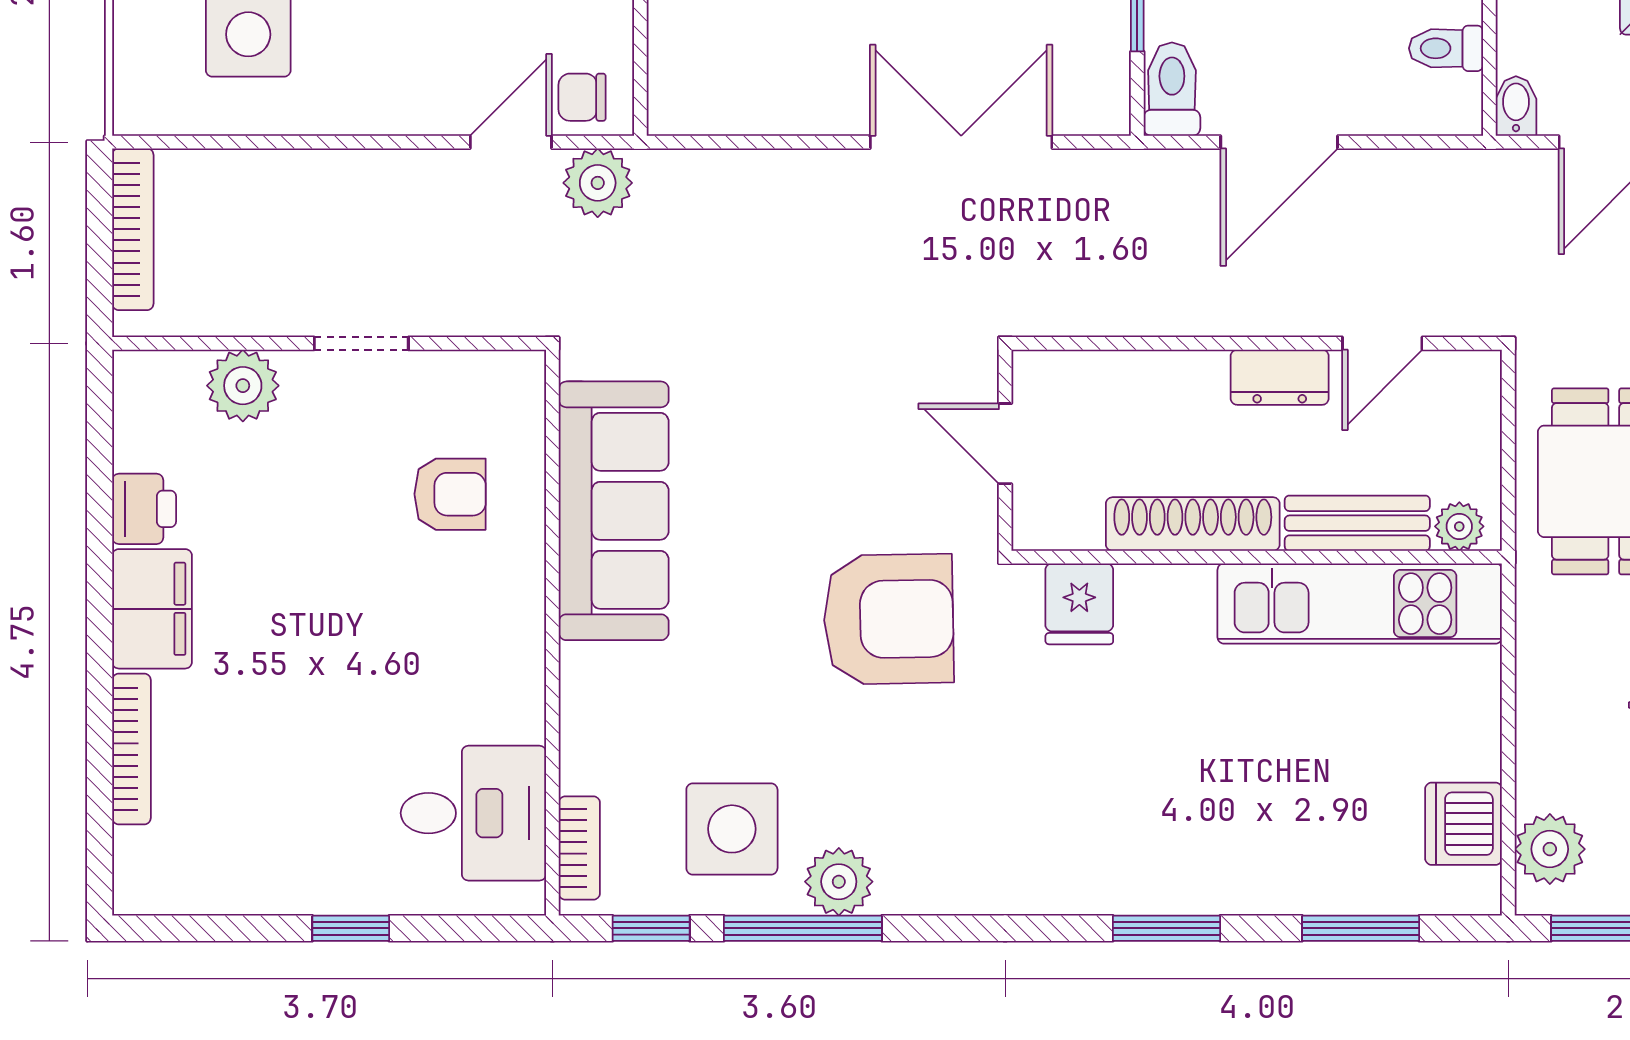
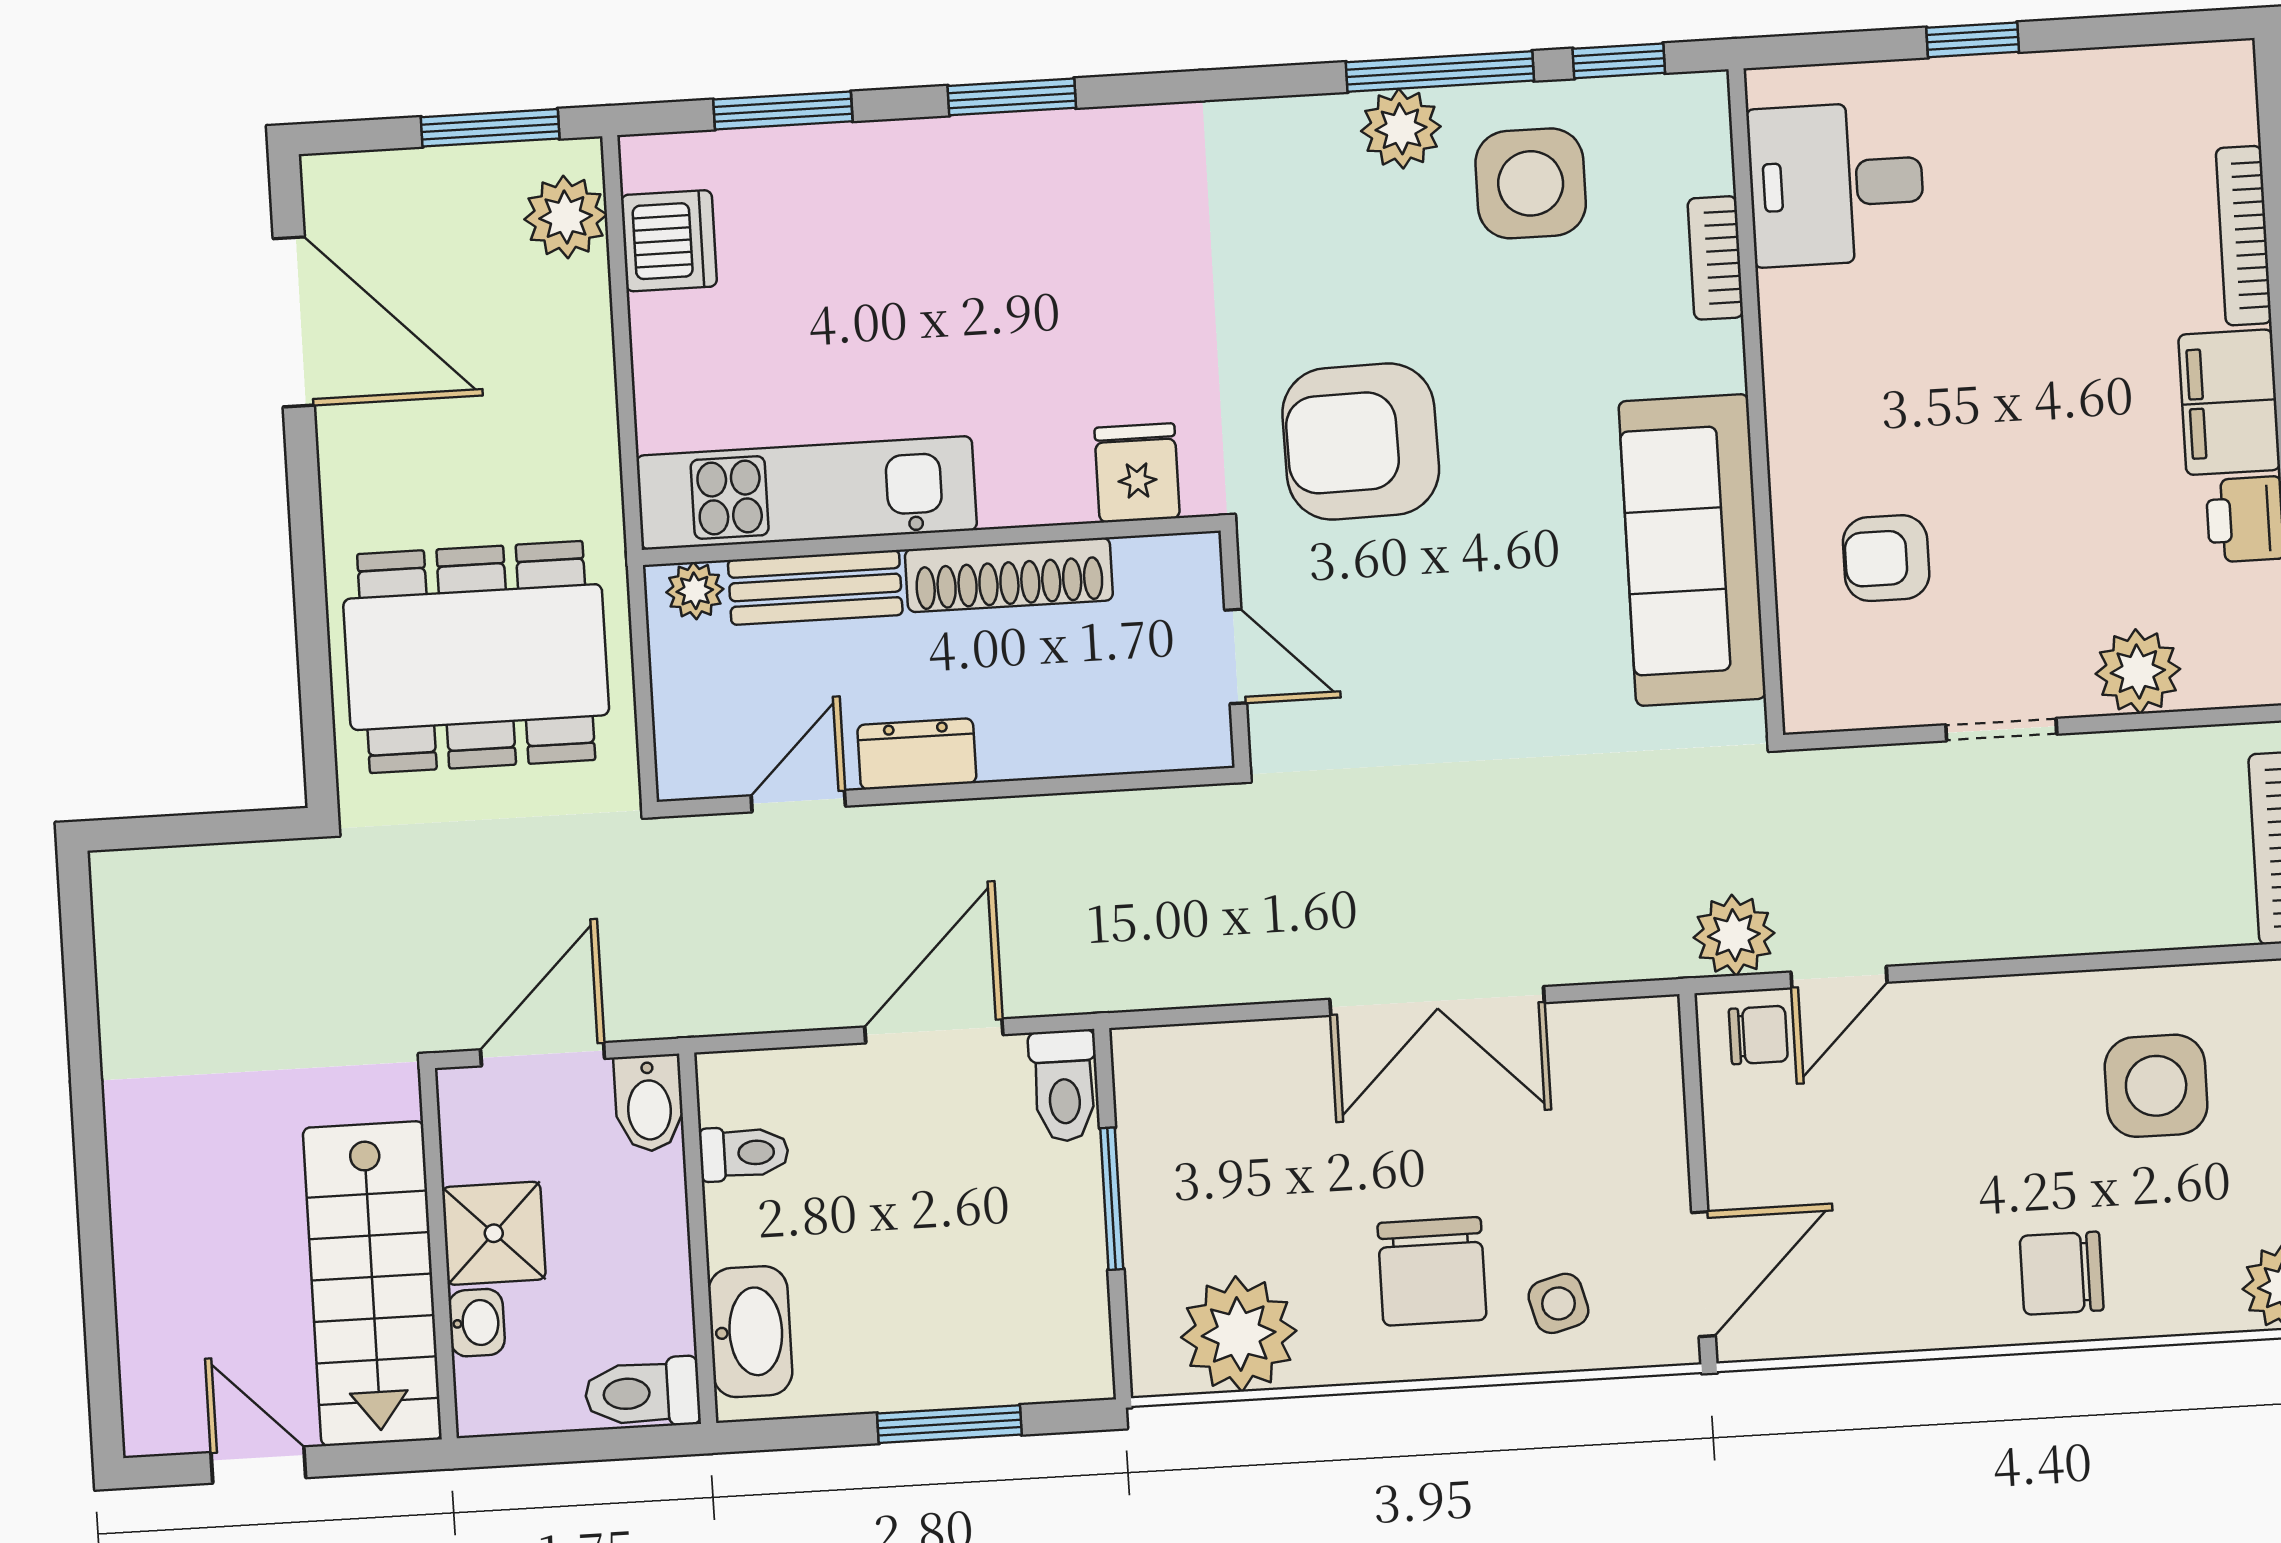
bidet: (1516, 106) -> (649, 1103), width x1.38, depth x1.36
double door: (961, 142) -> (1437, 1001), moved
bookcase: (579, 848) -> (1715, 258), moved

